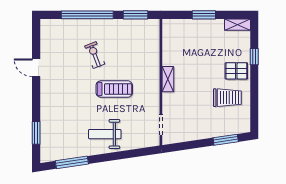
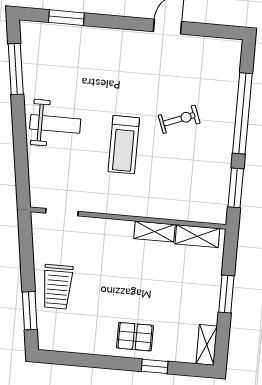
shelving: (168, 37) -> (197, 236), added
pallet: (236, 71) -> (135, 337), turned 90
shelving: (168, 79) -> (154, 232), moved
trolley: (227, 98) -> (57, 287), moved
weight bench: (105, 134) -> (55, 124), turned 90

